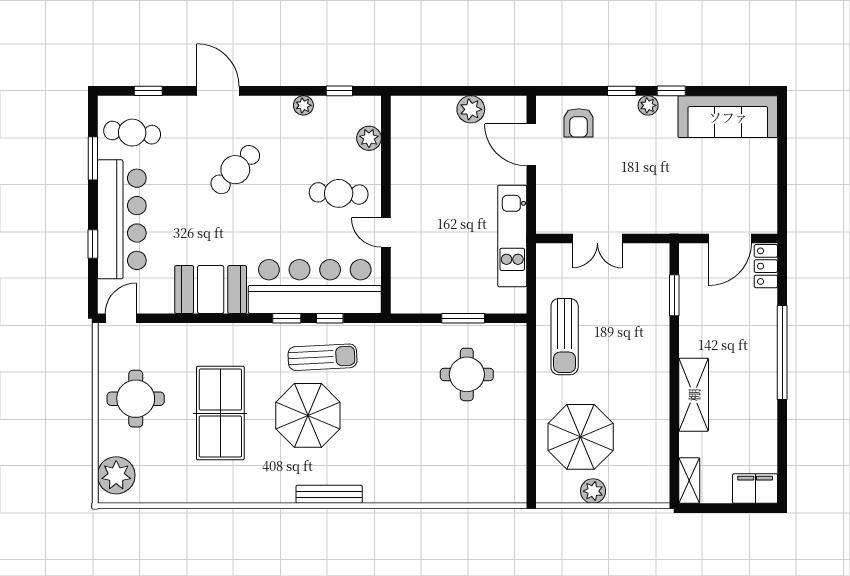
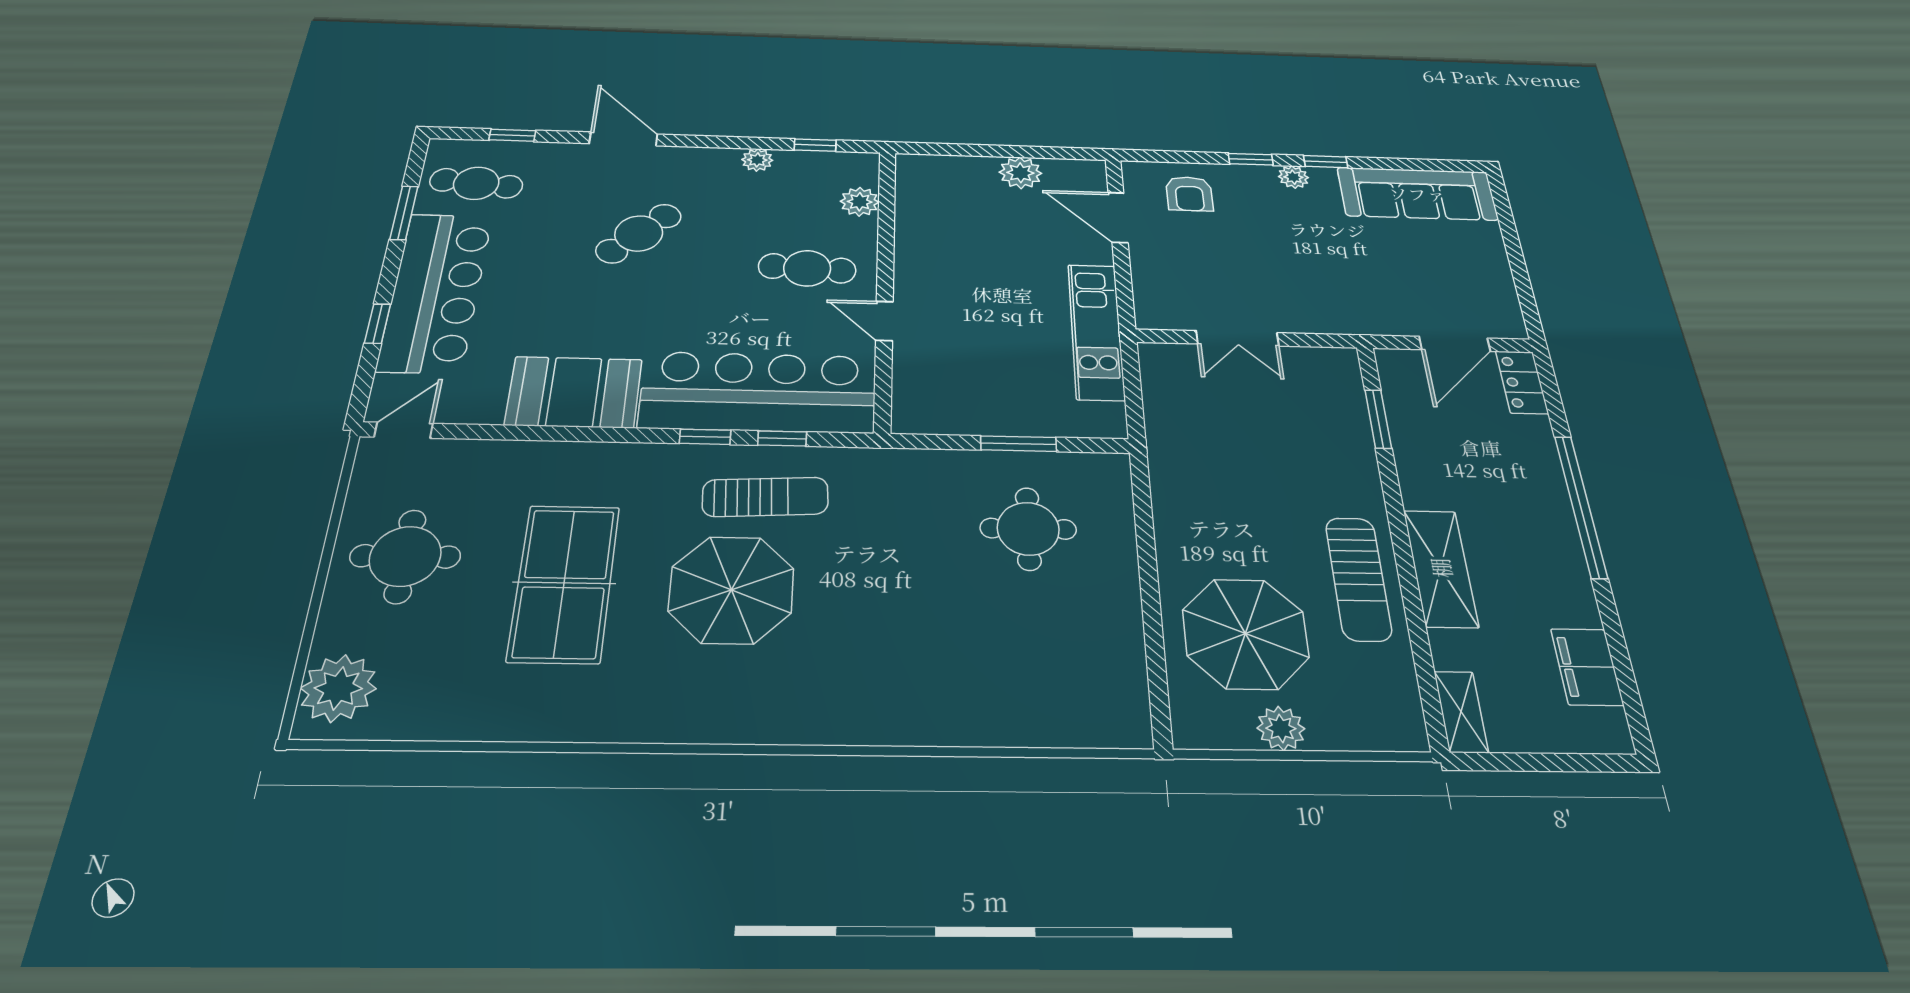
sun lounger: (565, 337) -> (1358, 578), moved
filing cabinet: (755, 489) -> (1587, 667), moved, turned -90
bench: (329, 494) -> (763, 728), removed

